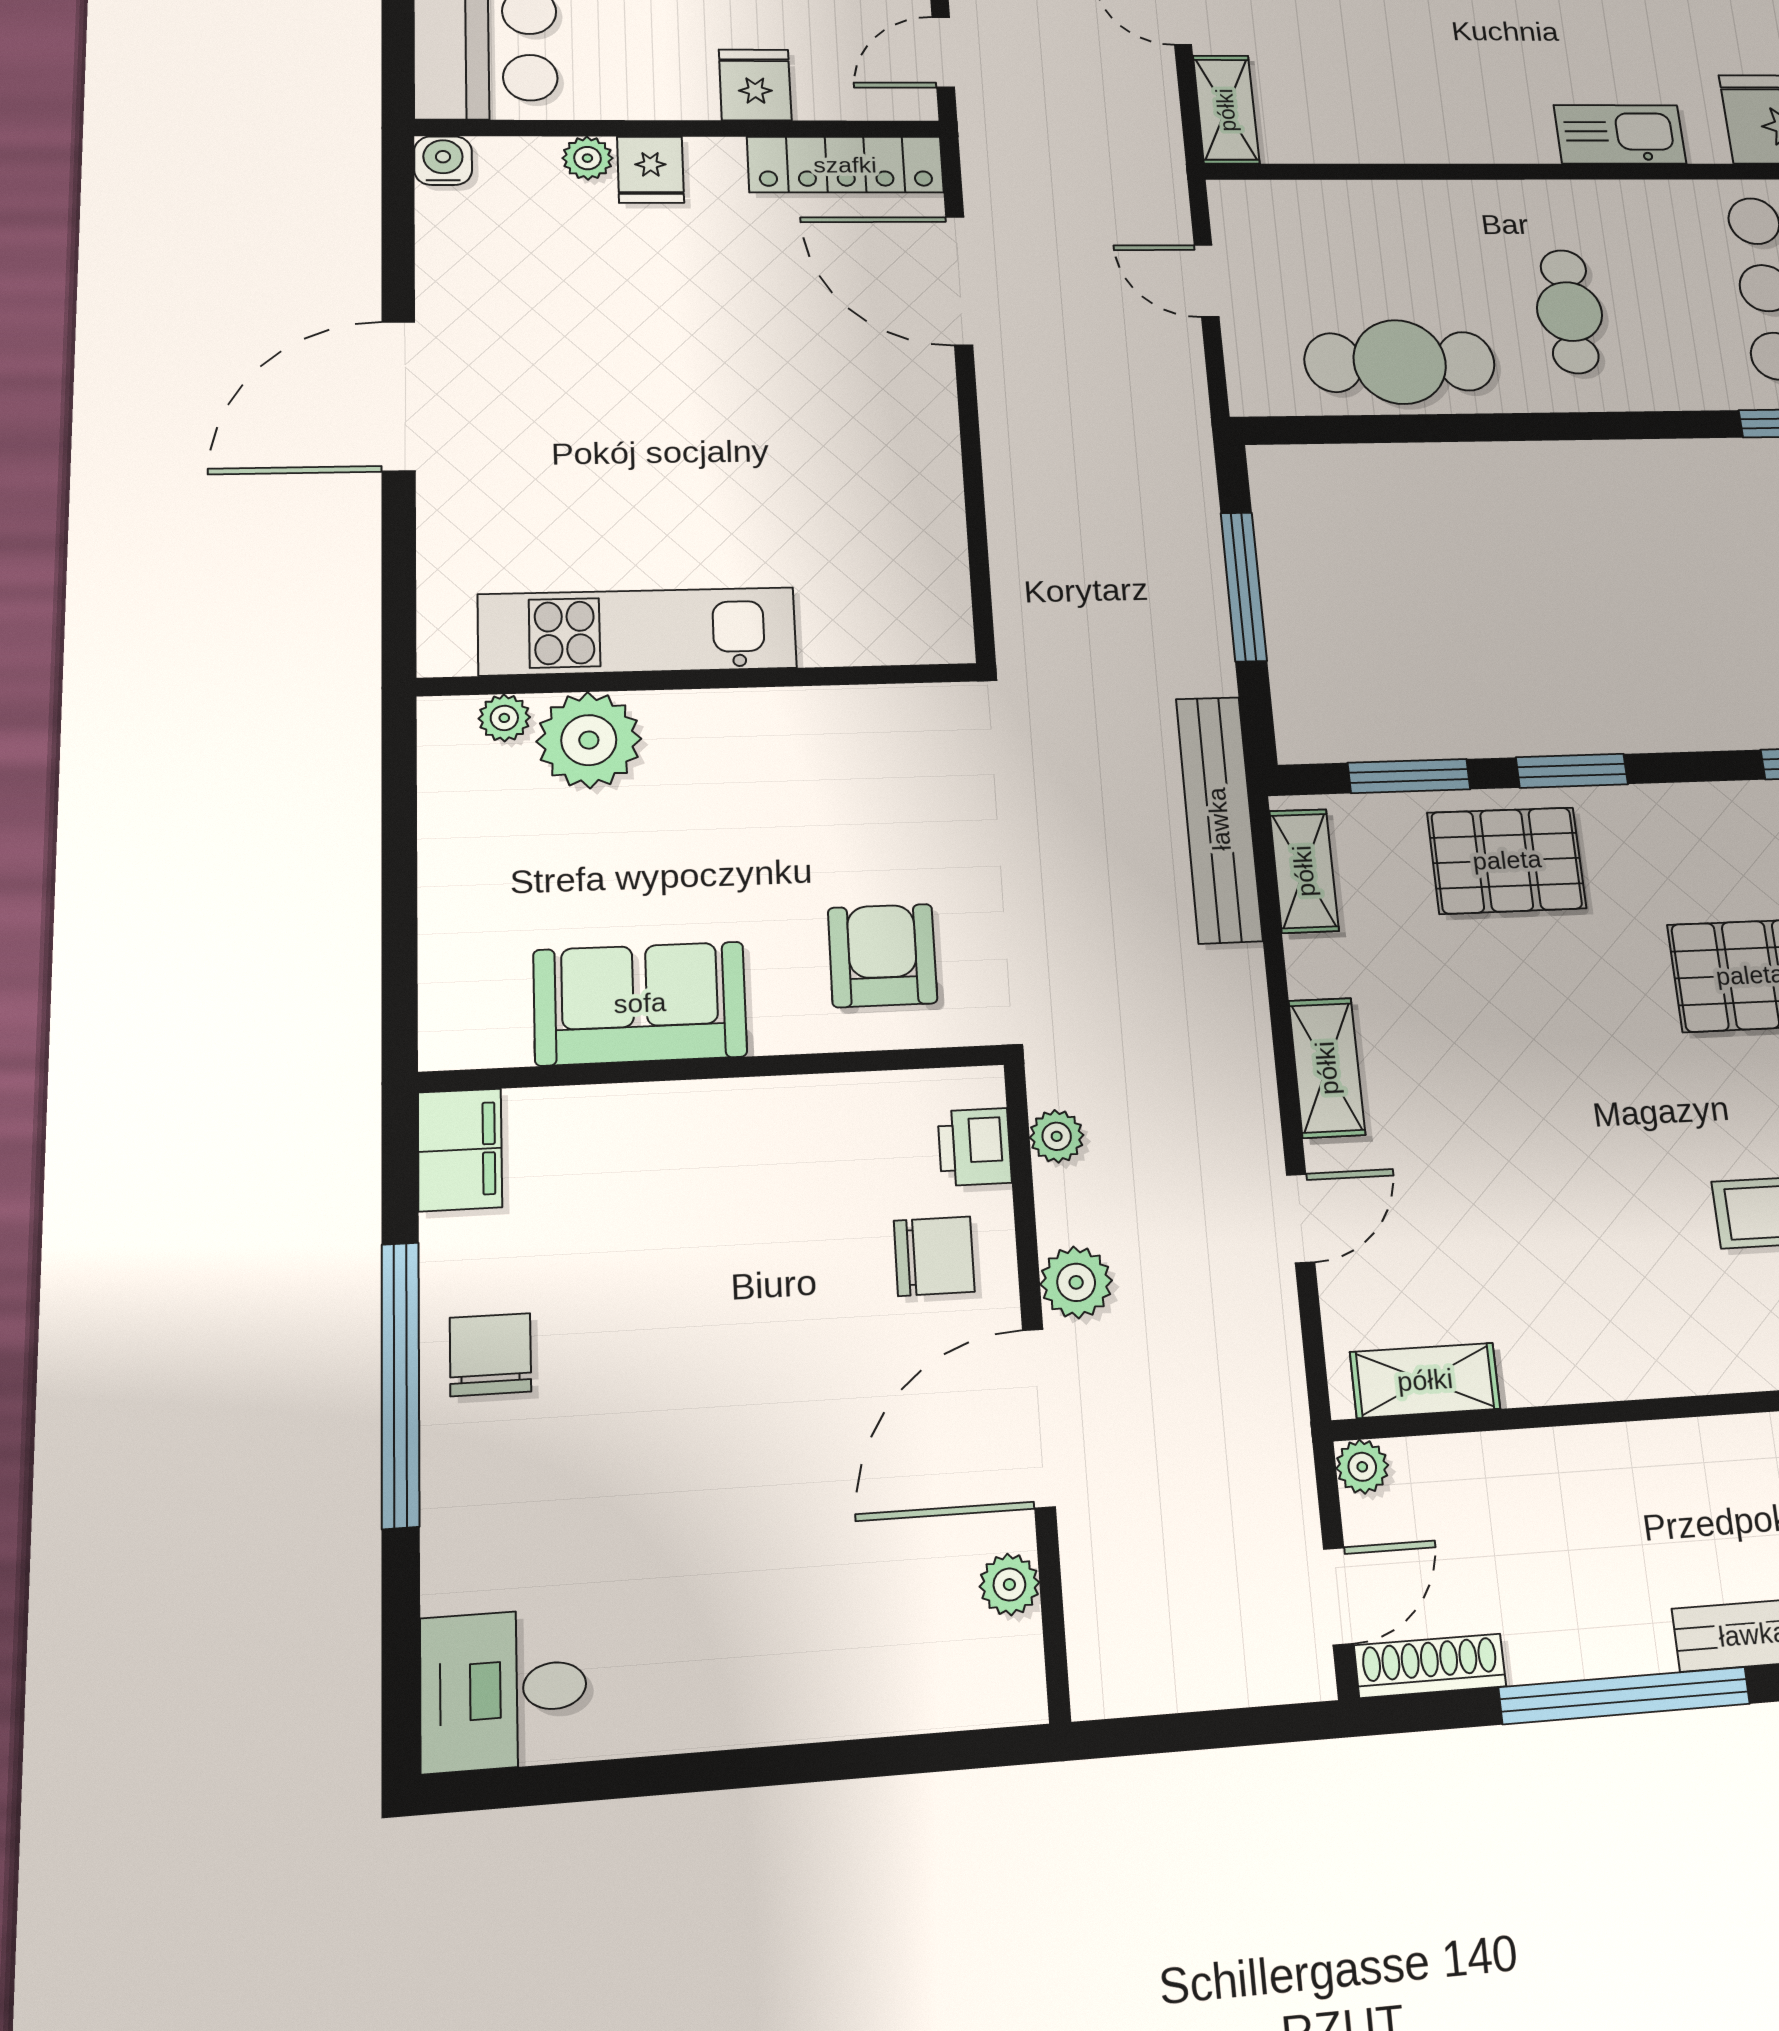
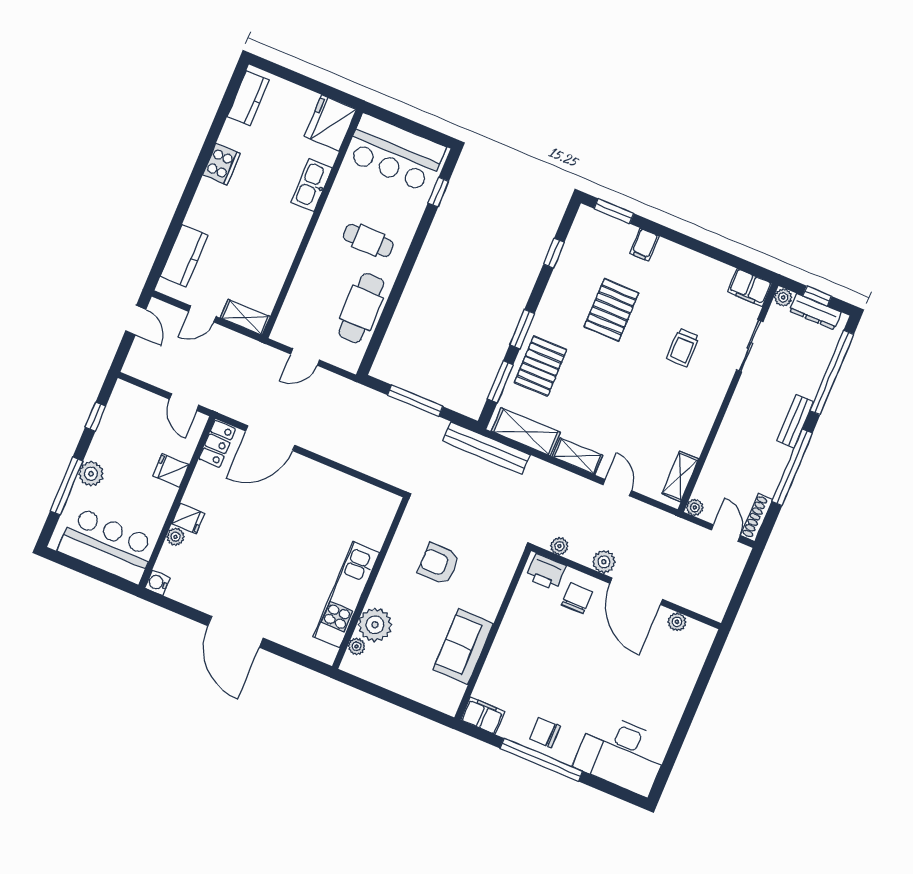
locker: (845, 165) -> (217, 444), width x0.66
shelving: (1304, 871) -> (526, 432), width x1.50, depth x1.33
armchair: (882, 955) -> (439, 564), moved
printer: (975, 1147) -> (546, 572), width x1.36, depth x1.24
desk: (503, 1690) -> (622, 754), width x1.87, depth x1.30

